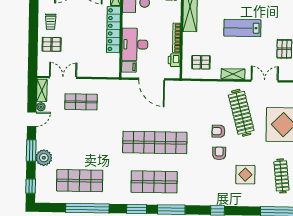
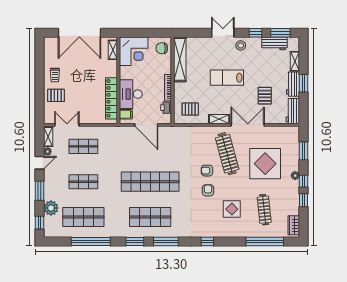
locker: (114, 30) -> (111, 98), moved
double door: (265, 81) -> (248, 125), width x1.37
shop shelf: (80, 141) -> (83, 182), added
plant: (44, 158) -> (51, 208), moved

